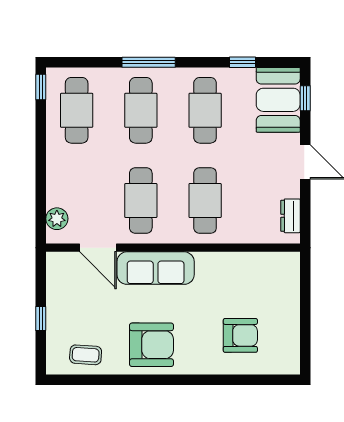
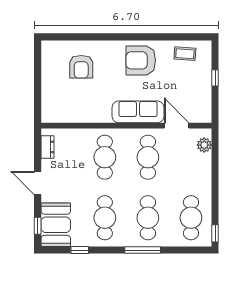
armchair: (240, 335) -> (81, 67), turned -90

